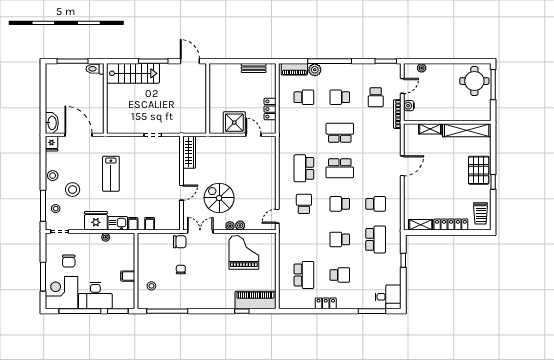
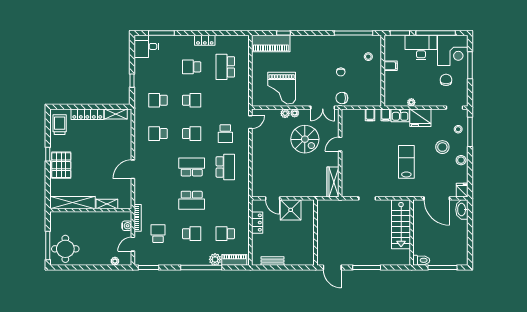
stairs: (133, 73) -> (401, 224), moved, turned -90
school desk: (376, 239) -> (158, 100), width x0.54

